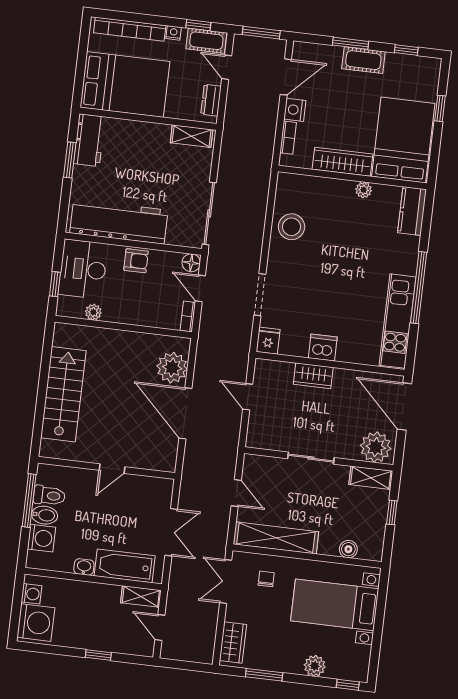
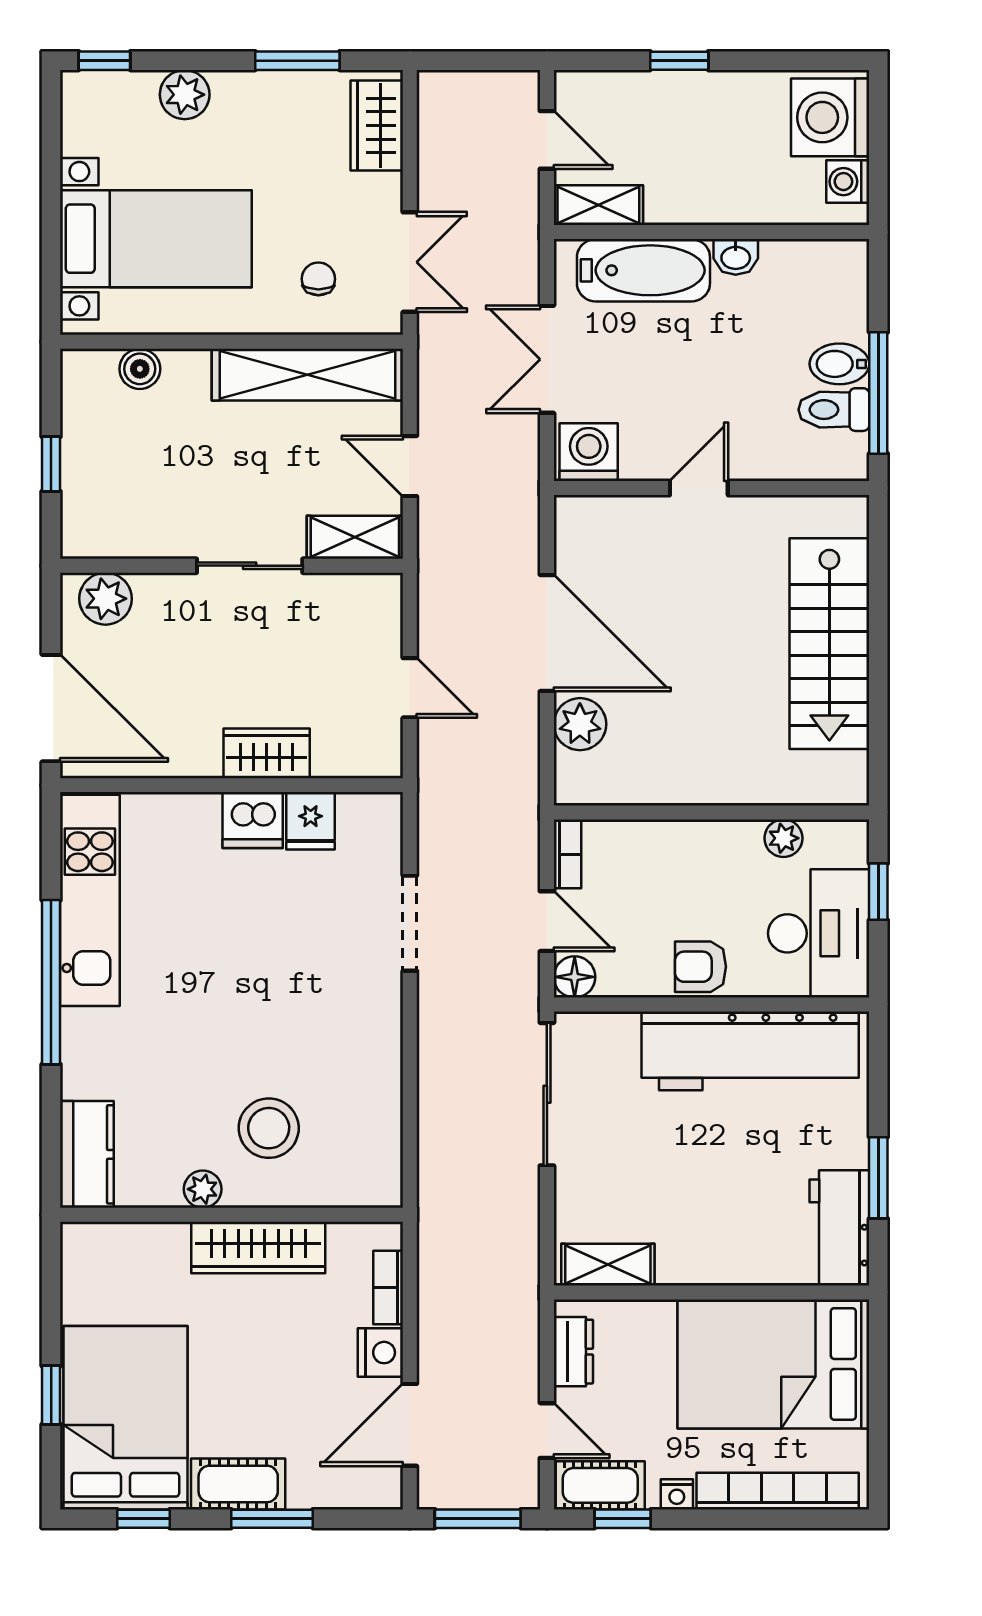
bed: (403, 140) -> (125, 1418), moved, turned 180
stool: (292, 227) -> (269, 1128), moved
fridge: (268, 341) -> (311, 821), moved
plant: (172, 368) -> (580, 724), width x0.73, depth x0.73
plant: (376, 447) -> (106, 599), width x0.73, depth x0.73
shelving: (371, 478) -> (355, 537), moved
washing machine: (41, 538) -> (589, 452), moved, turned 90
chair: (266, 579) -> (318, 279), turned 180

